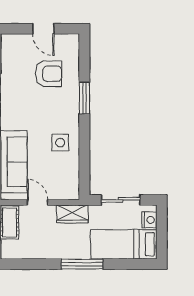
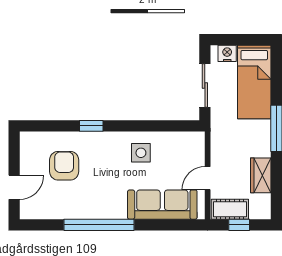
door: (43, 29) -> (14, 187), moved
window: (84, 98) -> (91, 126), width x0.67
wardrobe: (72, 214) -> (261, 175), moved, turned 180

